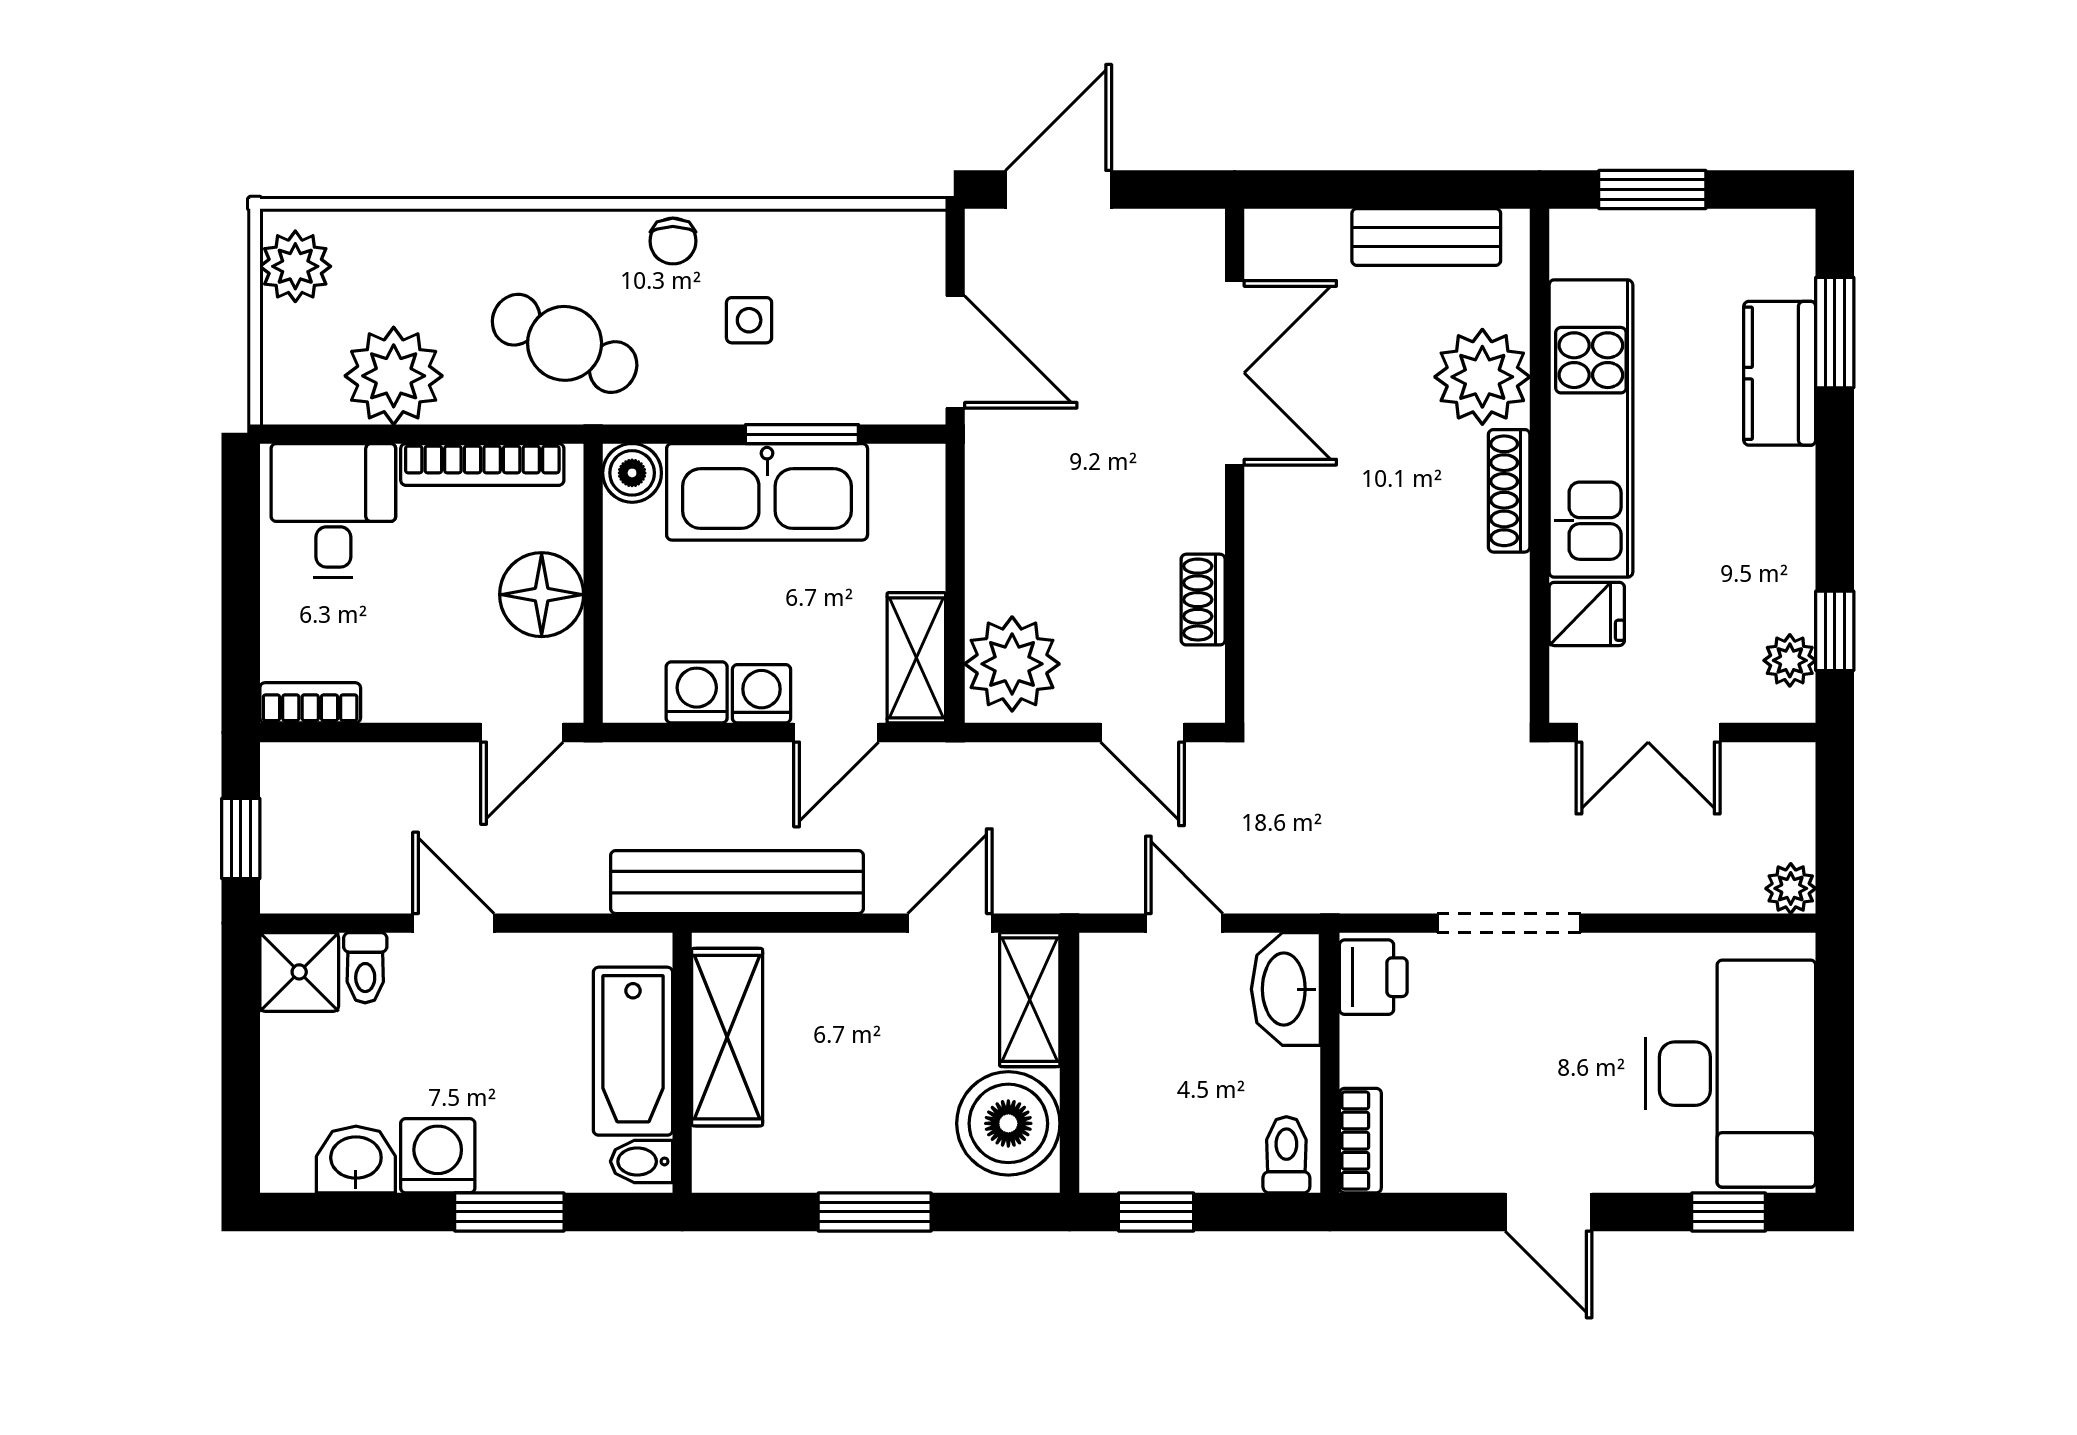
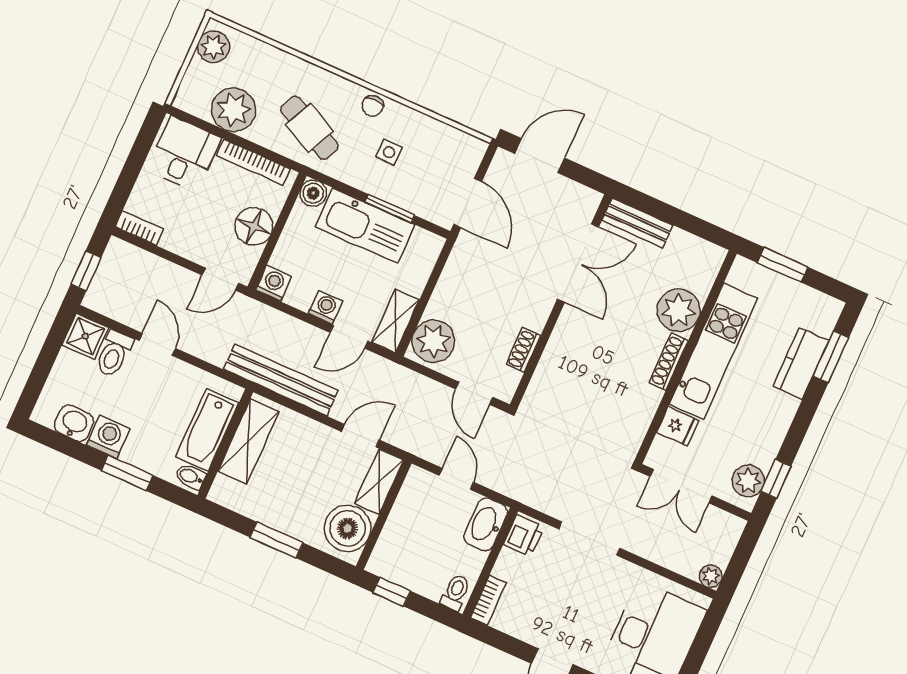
bench: (1426, 237) -> (637, 223), moved
plant: (1790, 660) -> (748, 481), width x1.38, depth x1.38
washing machine: (697, 692) -> (273, 283), moved
toilet: (365, 968) -> (114, 354), width x1.37, depth x1.39

